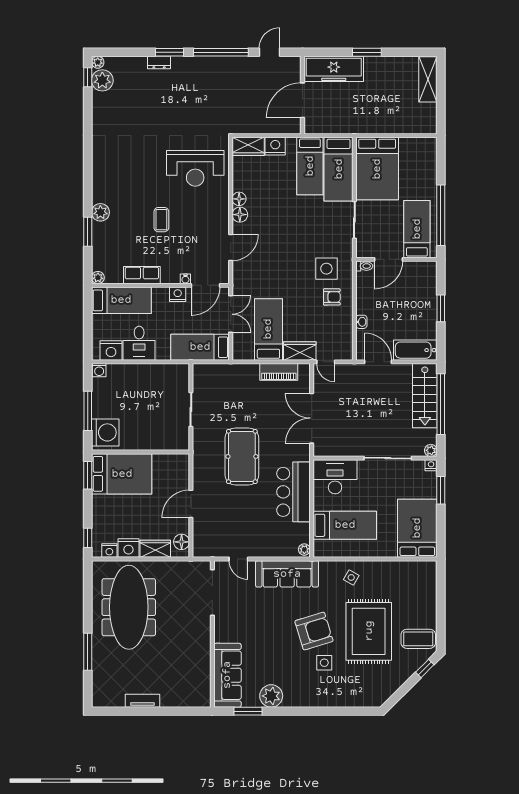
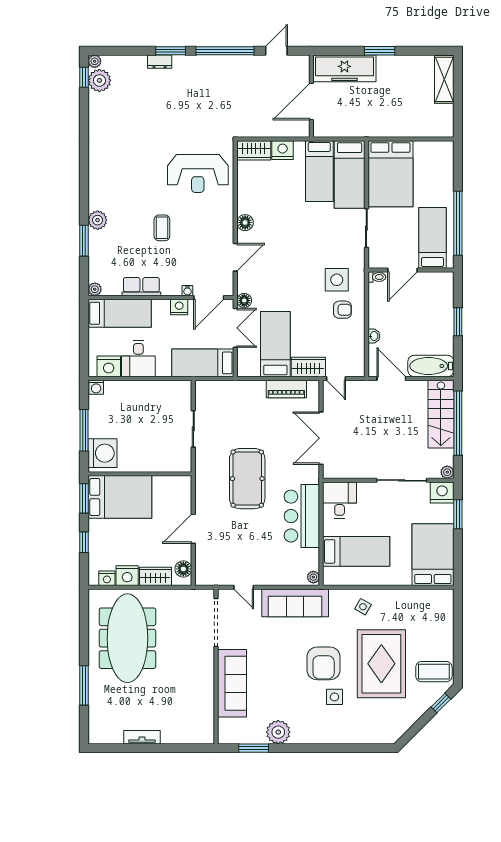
floor lamp: (239, 199) -> (244, 301), moved
nightstand: (431, 465) -> (442, 493), width x1.89, depth x1.79
desk: (335, 477) -> (340, 500), width x0.73
window: (88, 538) -> (84, 542), moved
armchair: (314, 631) -> (324, 663), turned 107
sofa: (227, 675) -> (232, 683), moved

